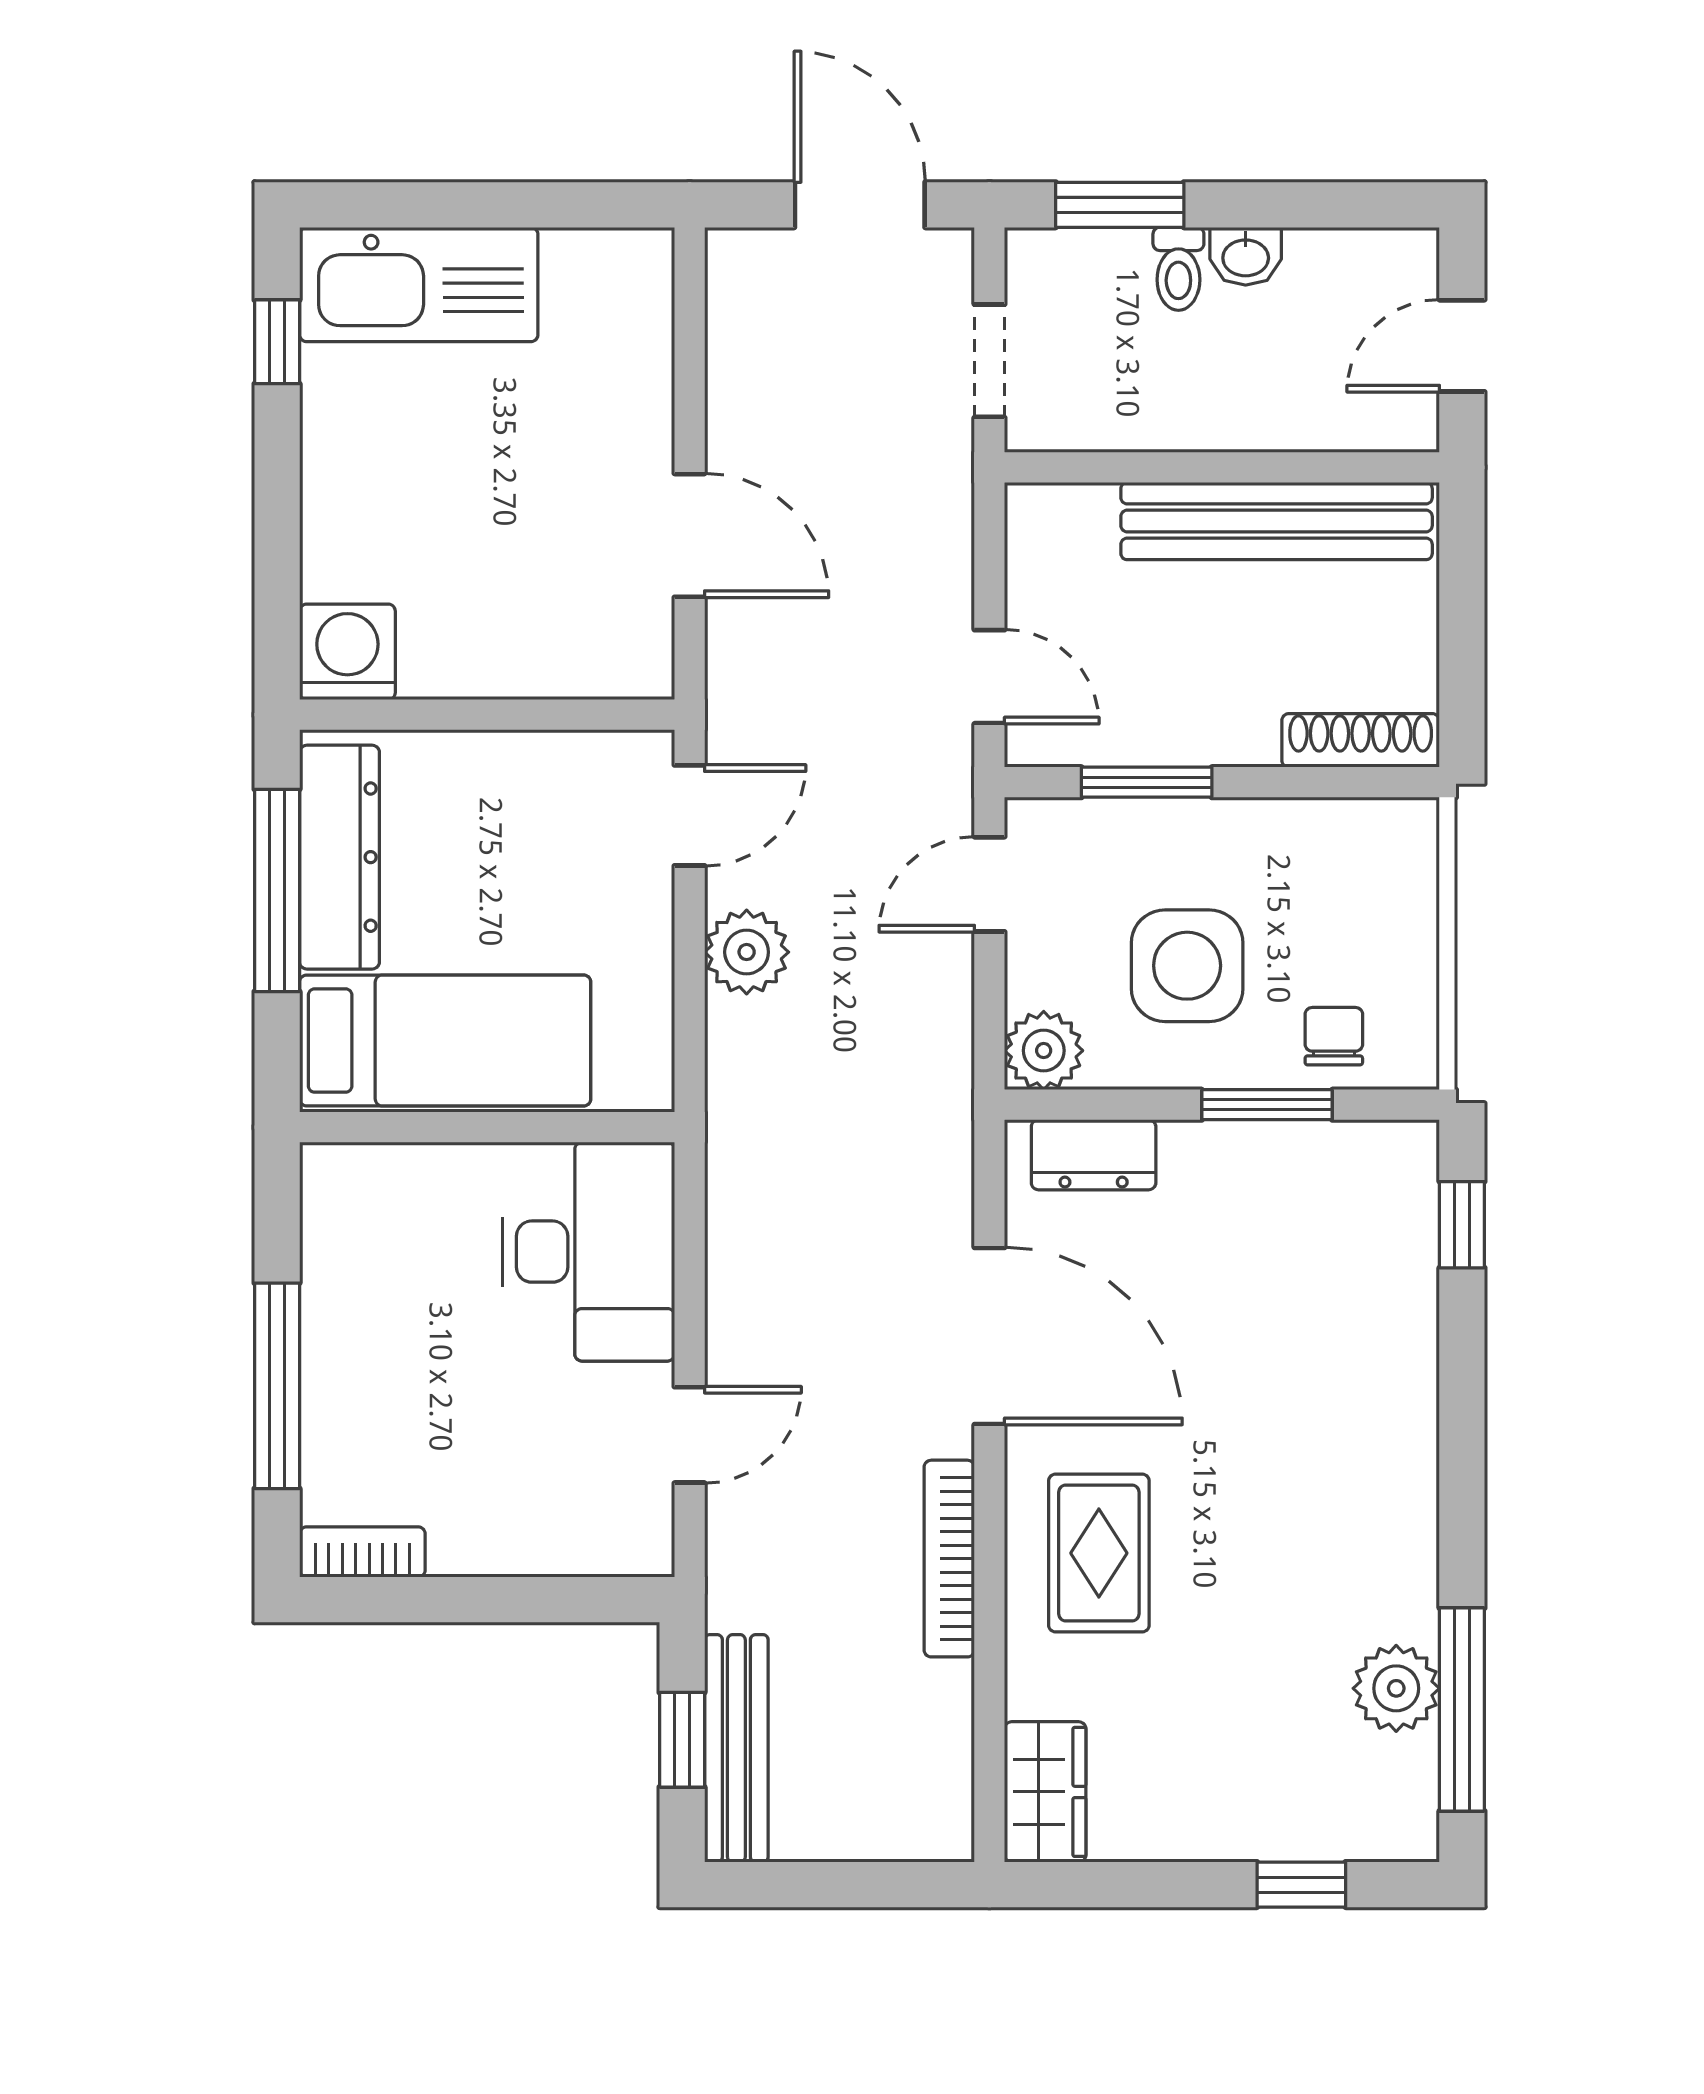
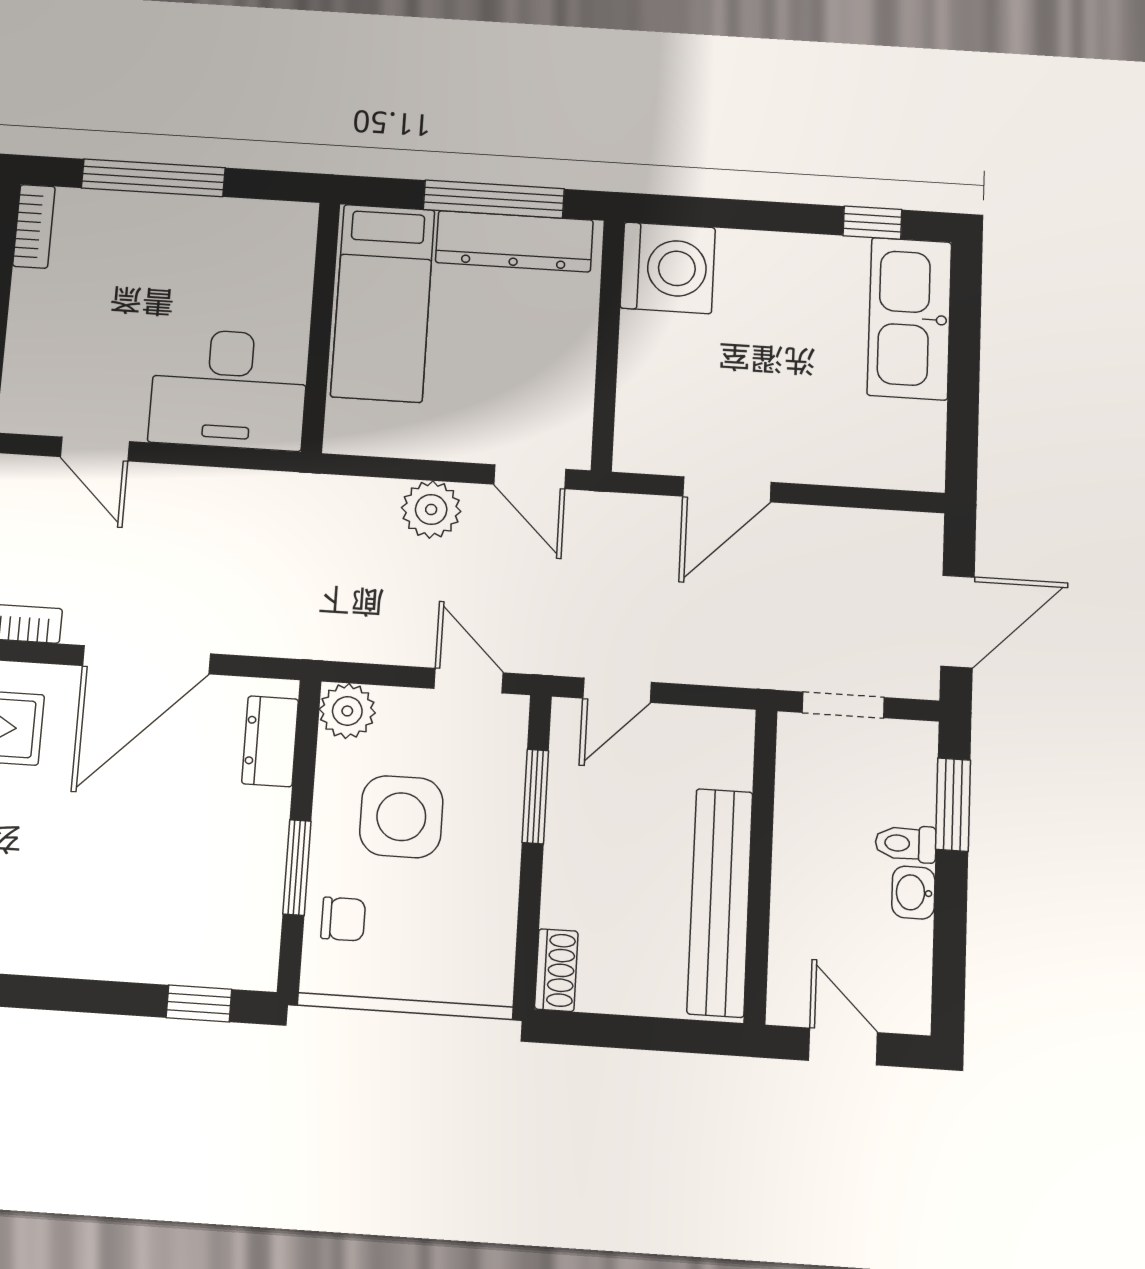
washing machine: (347, 652) -> (668, 268), width x1.37, depth x1.37
shoe rack: (1361, 740) -> (556, 970), width x0.70

